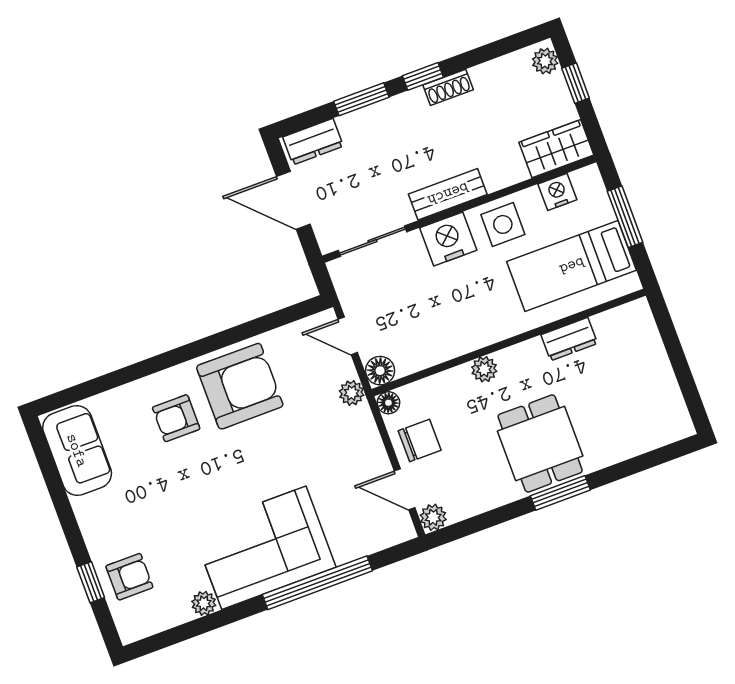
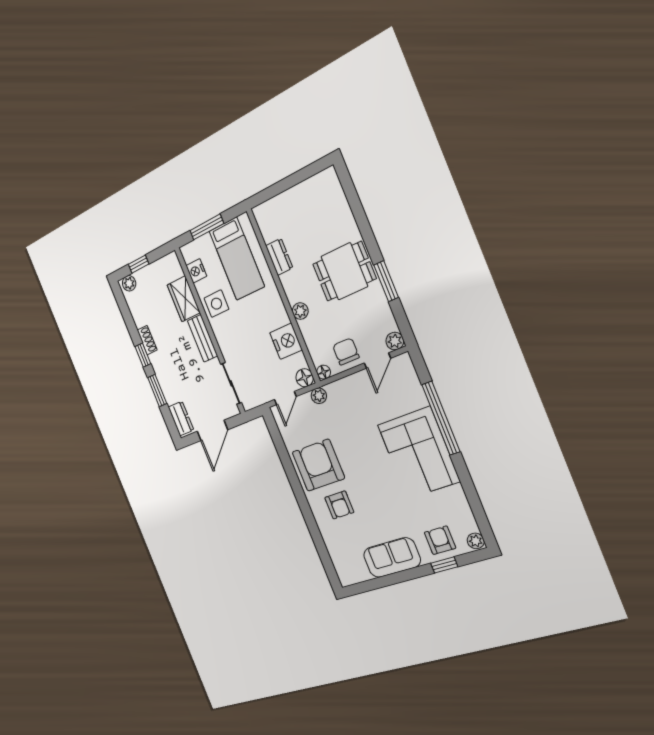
wardrobe: (556, 149) -> (184, 299), moved
nightstand: (448, 239) -> (286, 341), moved, turned 180
sofa: (77, 450) -> (392, 558), moved
window: (560, 493) -> (386, 281), moved
plant: (204, 603) -> (476, 541), moved

